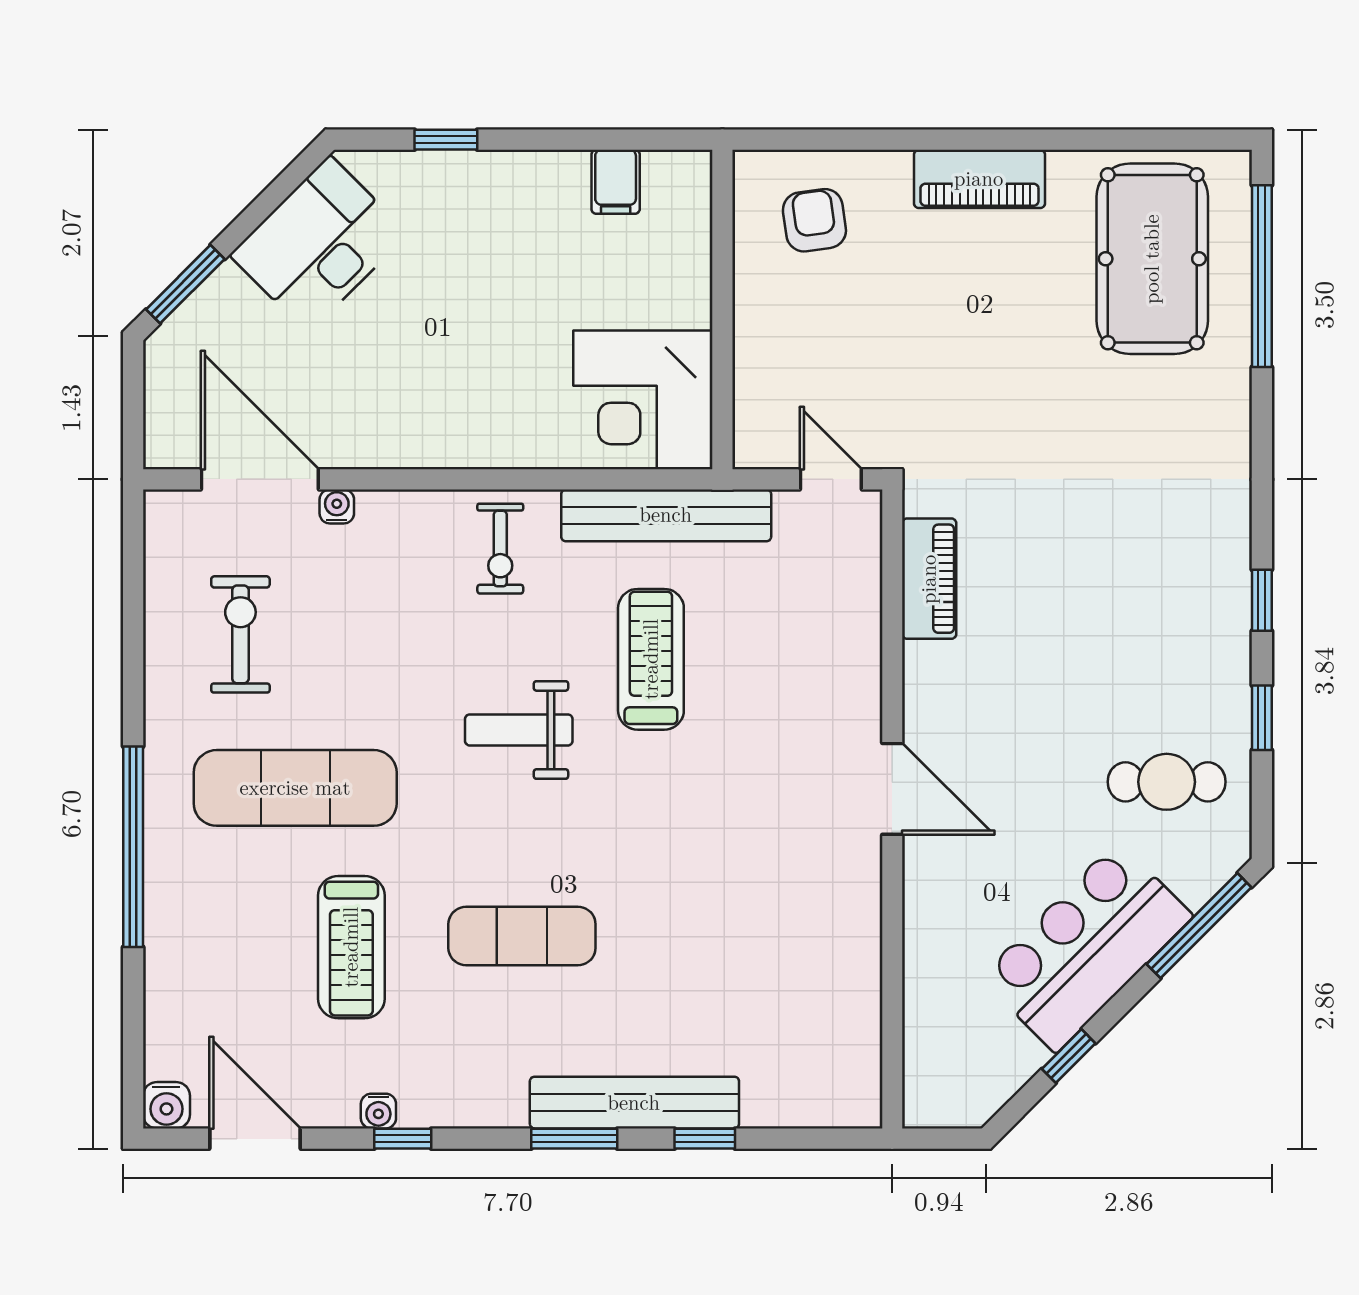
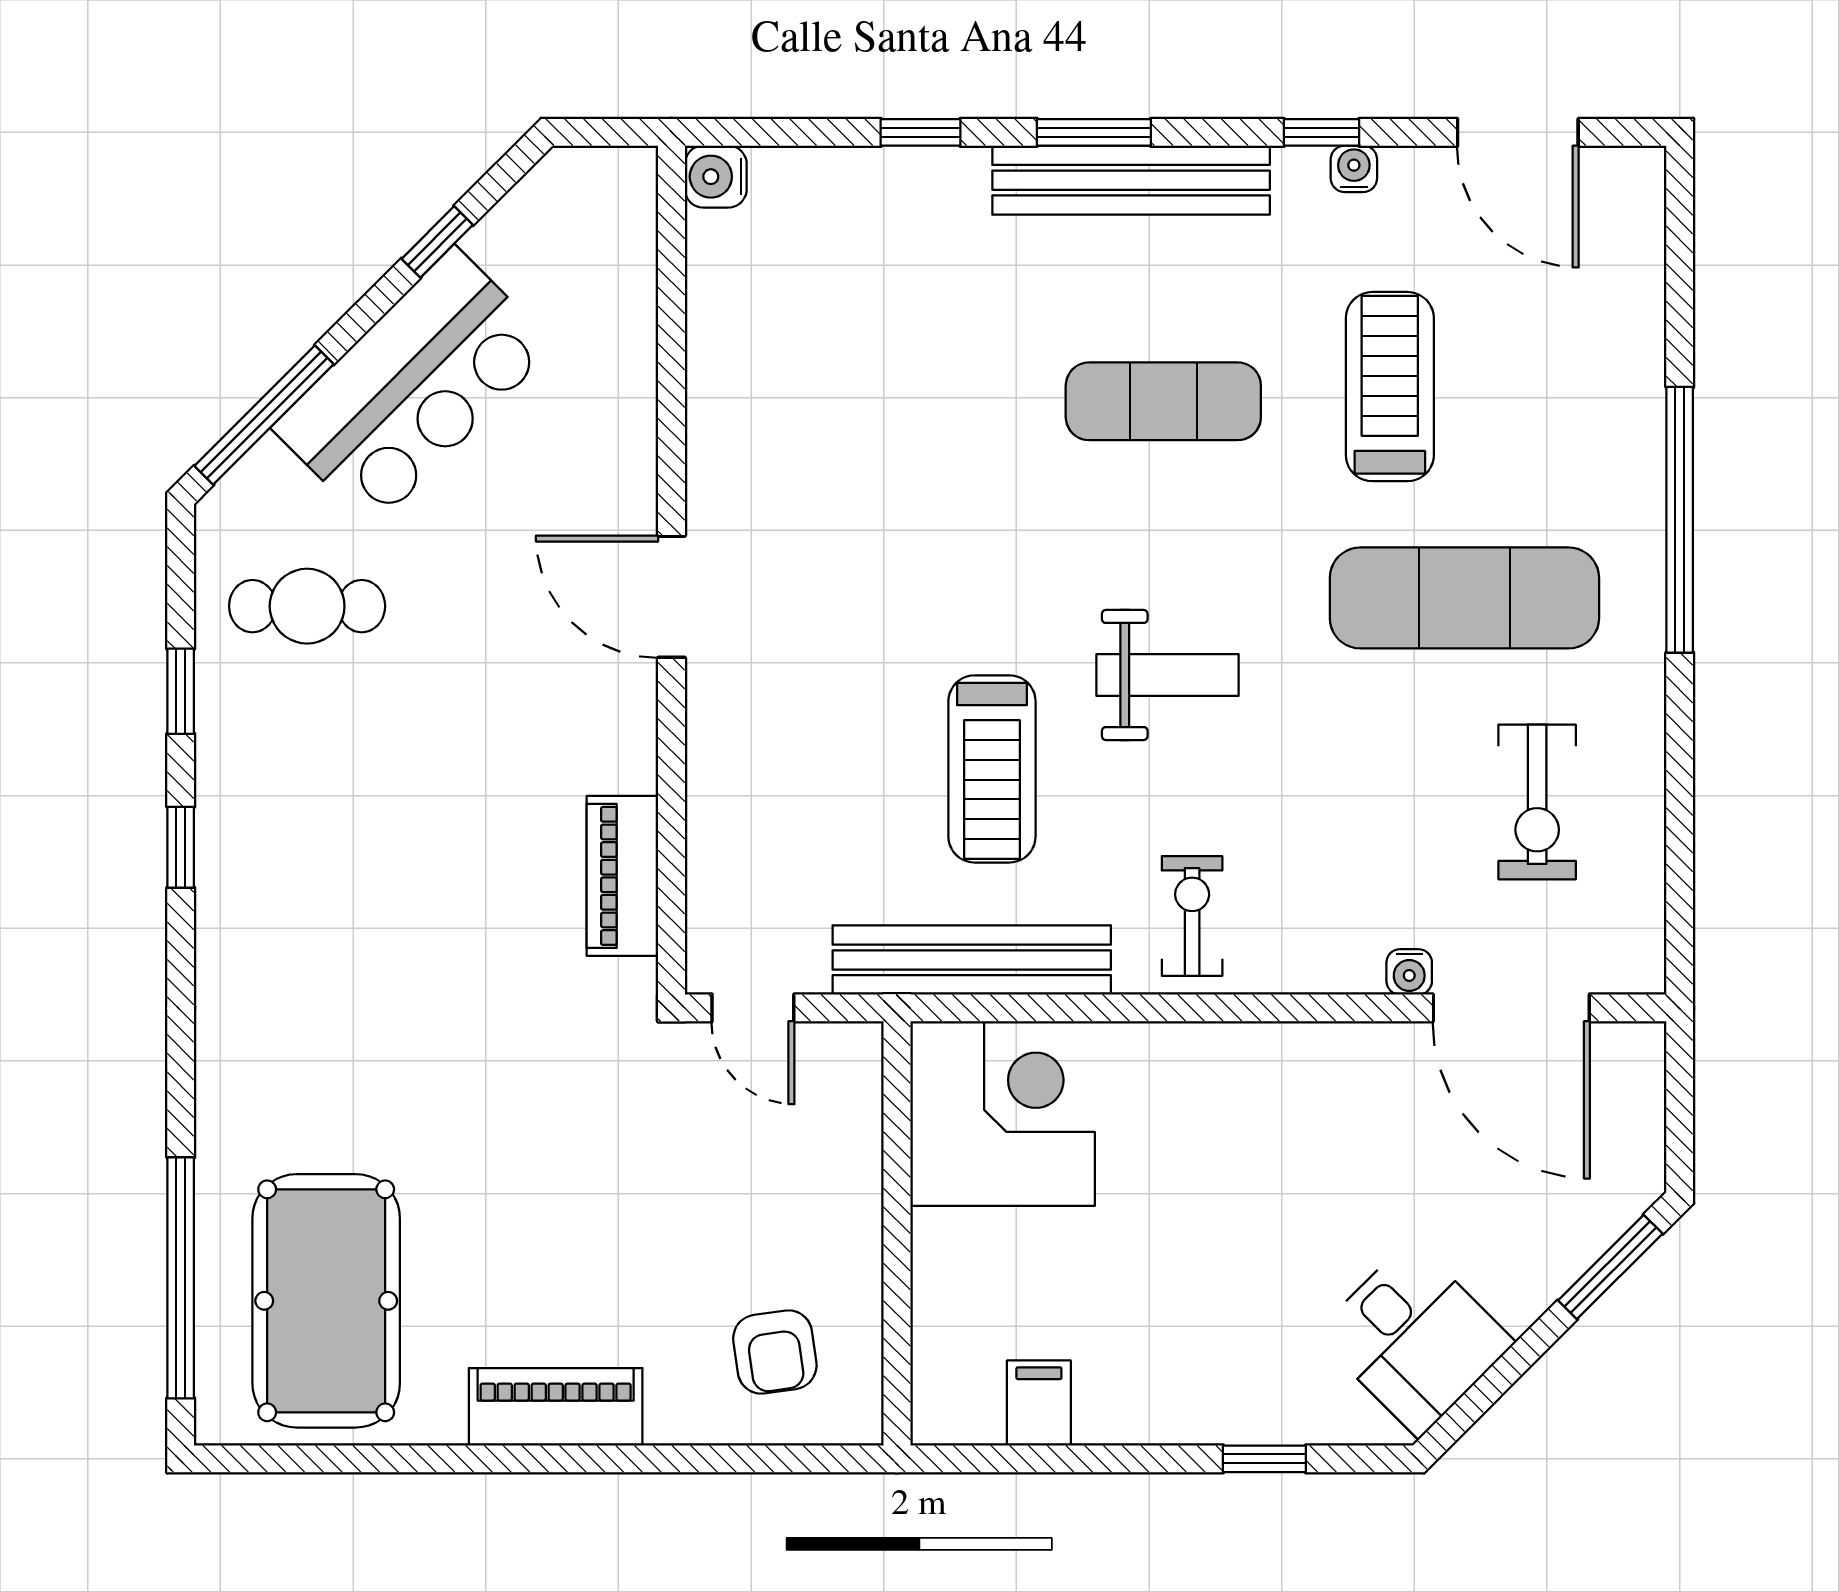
desk: (319, 244) -> (1415, 1338), width x0.73
bench: (634, 1103) -> (1131, 180), moved
water cooler: (166, 1105) -> (716, 177), moved, turned -90

